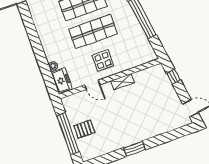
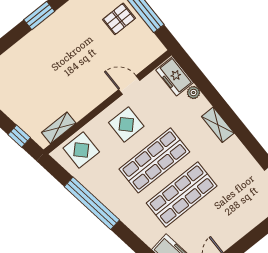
shelving: (45, 40) -> (218, 125), added
display table: (137, 54) -> (81, 150), added
shelving: (122, 82) -> (59, 128), moved

